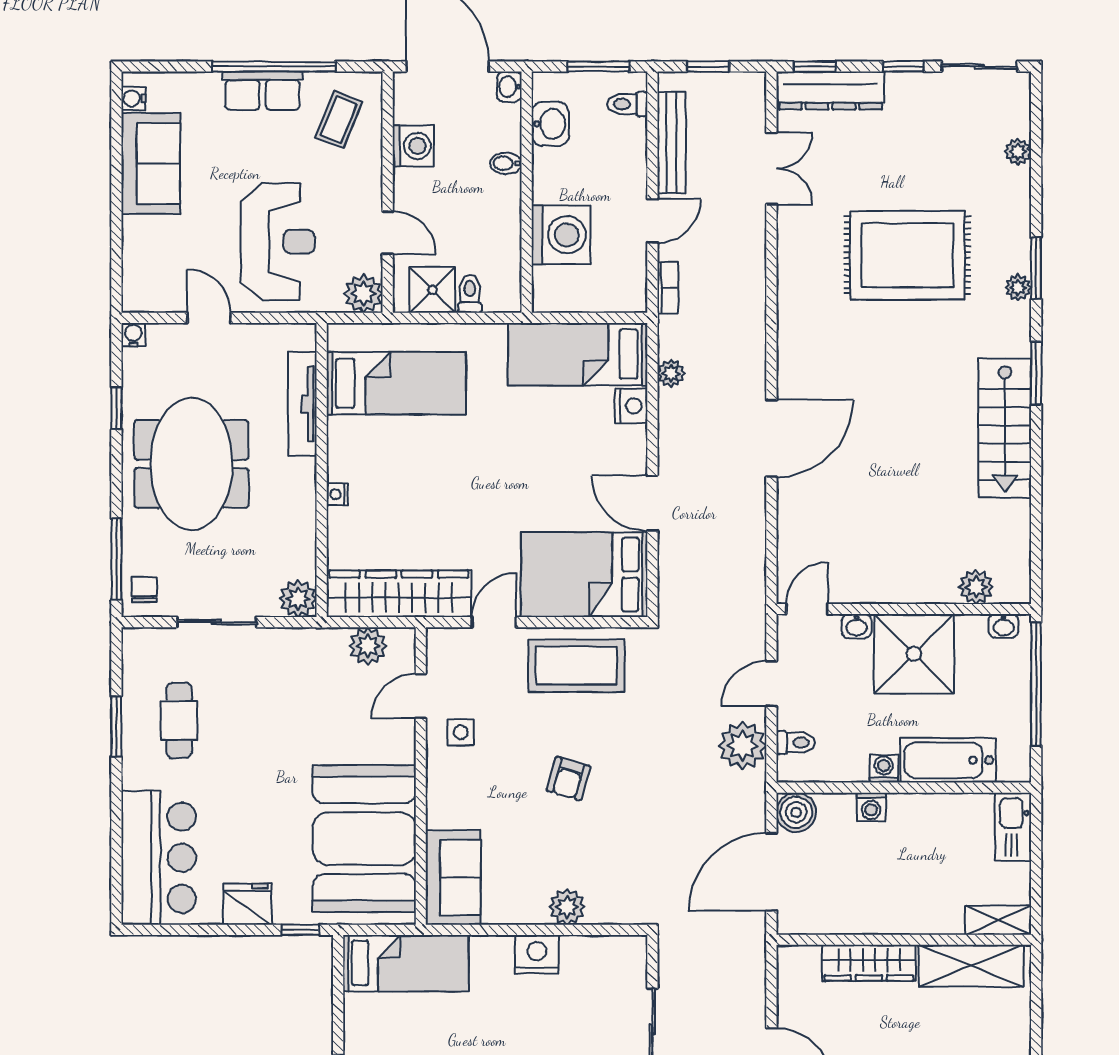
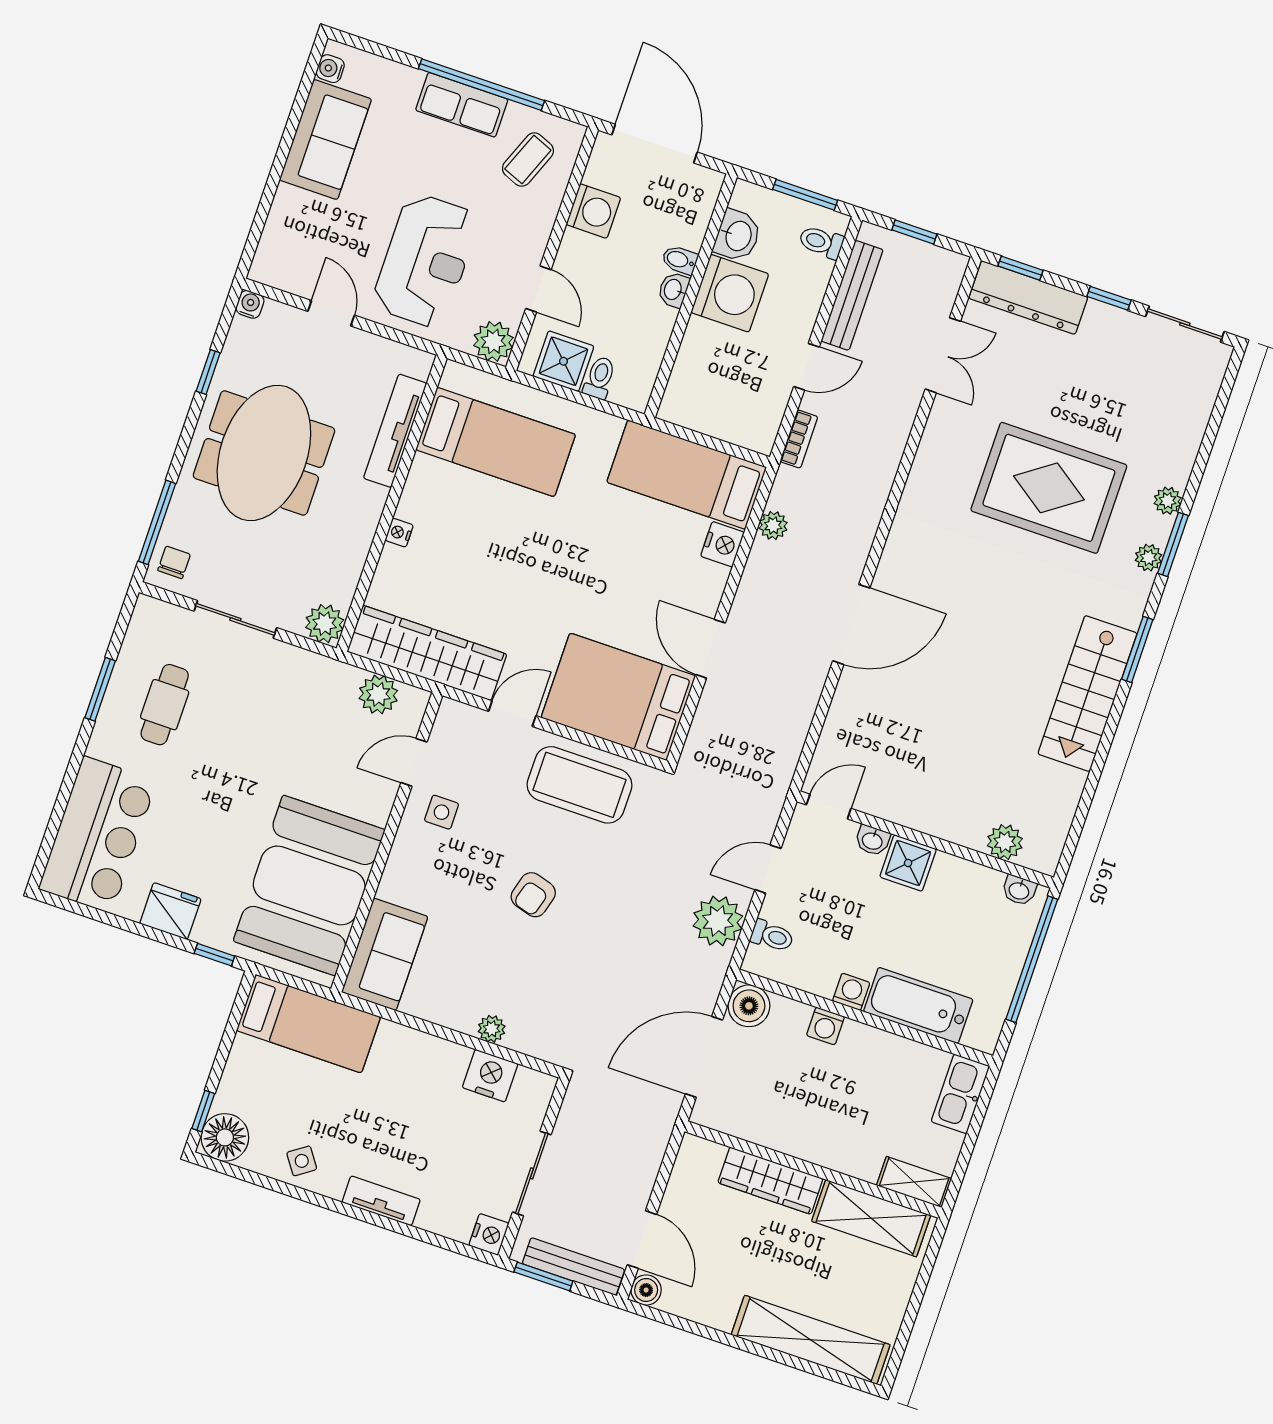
washbasin: (509, 87) -> (673, 290), moved
plant: (1018, 152) -> (1168, 501), moved
washing machine: (561, 235) -> (730, 293), moved
shower: (914, 654) -> (908, 863), width x0.54, depth x0.54
plant: (567, 907) -> (492, 1029), width x0.73, depth x0.73
nightstand: (537, 954) -> (490, 1076), moved

